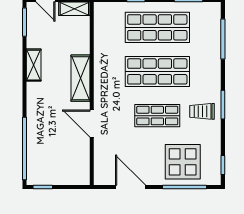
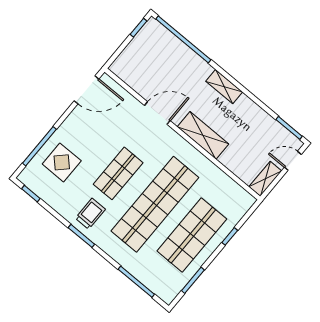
shelving: (34, 65) -> (224, 87), moved
shop shelf: (157, 71) -> (155, 204), width x1.40
display table: (183, 162) -> (62, 162), width x0.73, depth x0.73
door: (130, 187) -> (87, 90), moved

